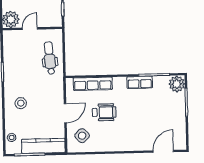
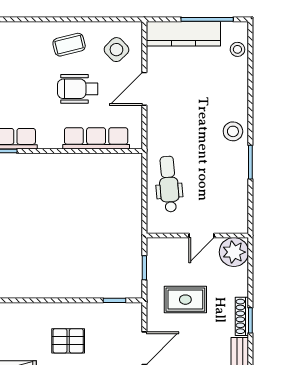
dental chair: (50, 58) -> (169, 184), turned 180
stool: (21, 103) -> (233, 131), moved
coffee table: (110, 138) -> (69, 45), added

